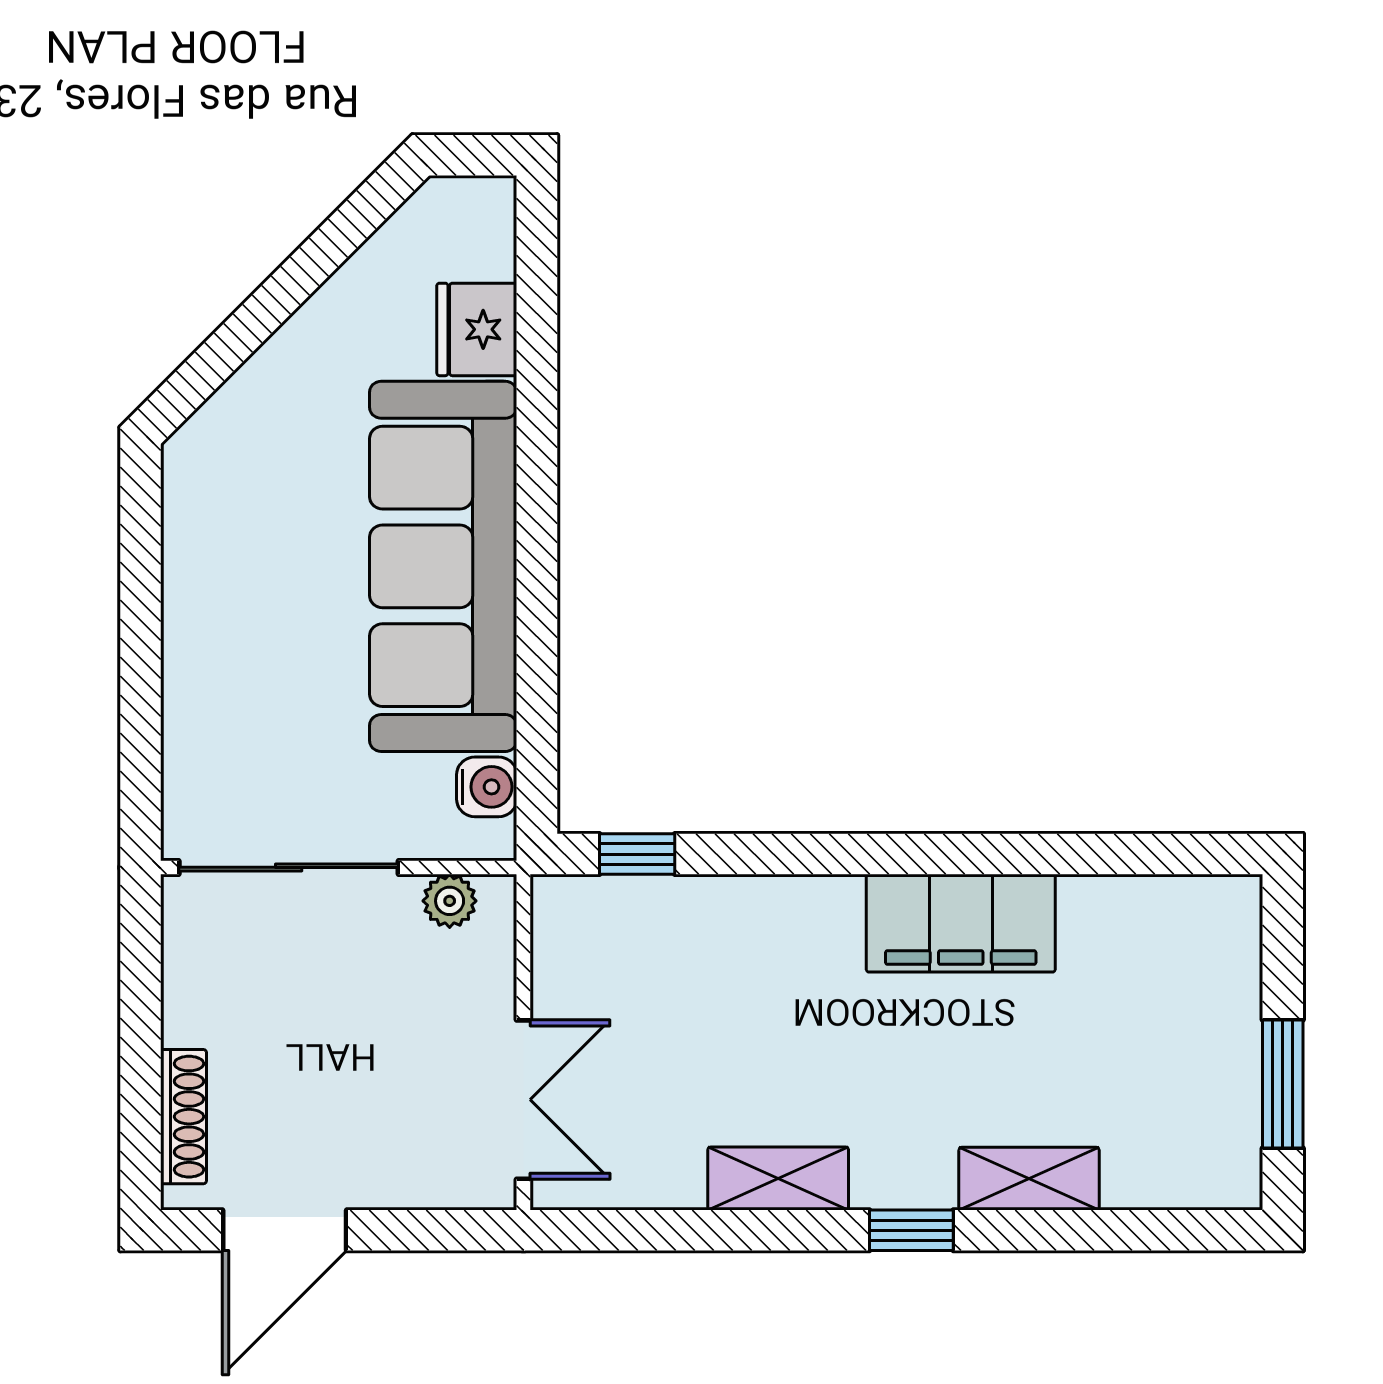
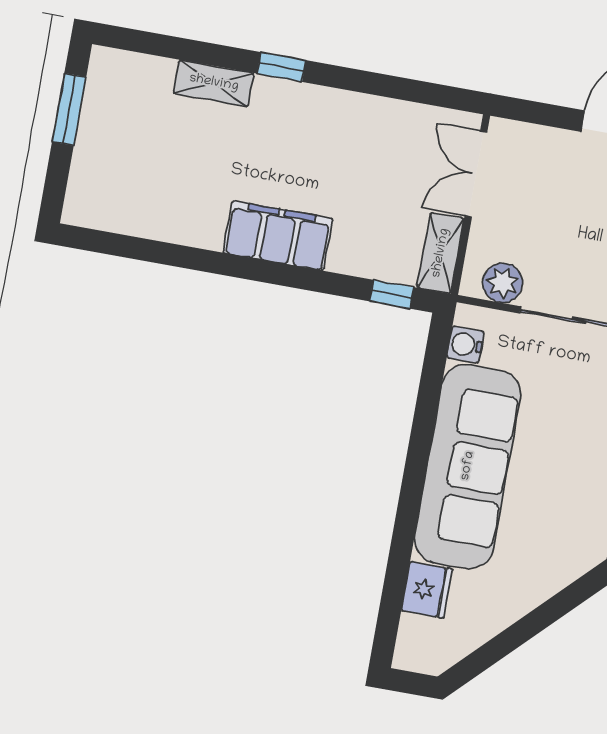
plant: (450, 901) -> (503, 283), width x1.38, depth x1.38
filing cabinet: (961, 923) -> (278, 236), moved
shelving: (778, 1179) -> (441, 253), moved, turned 90

